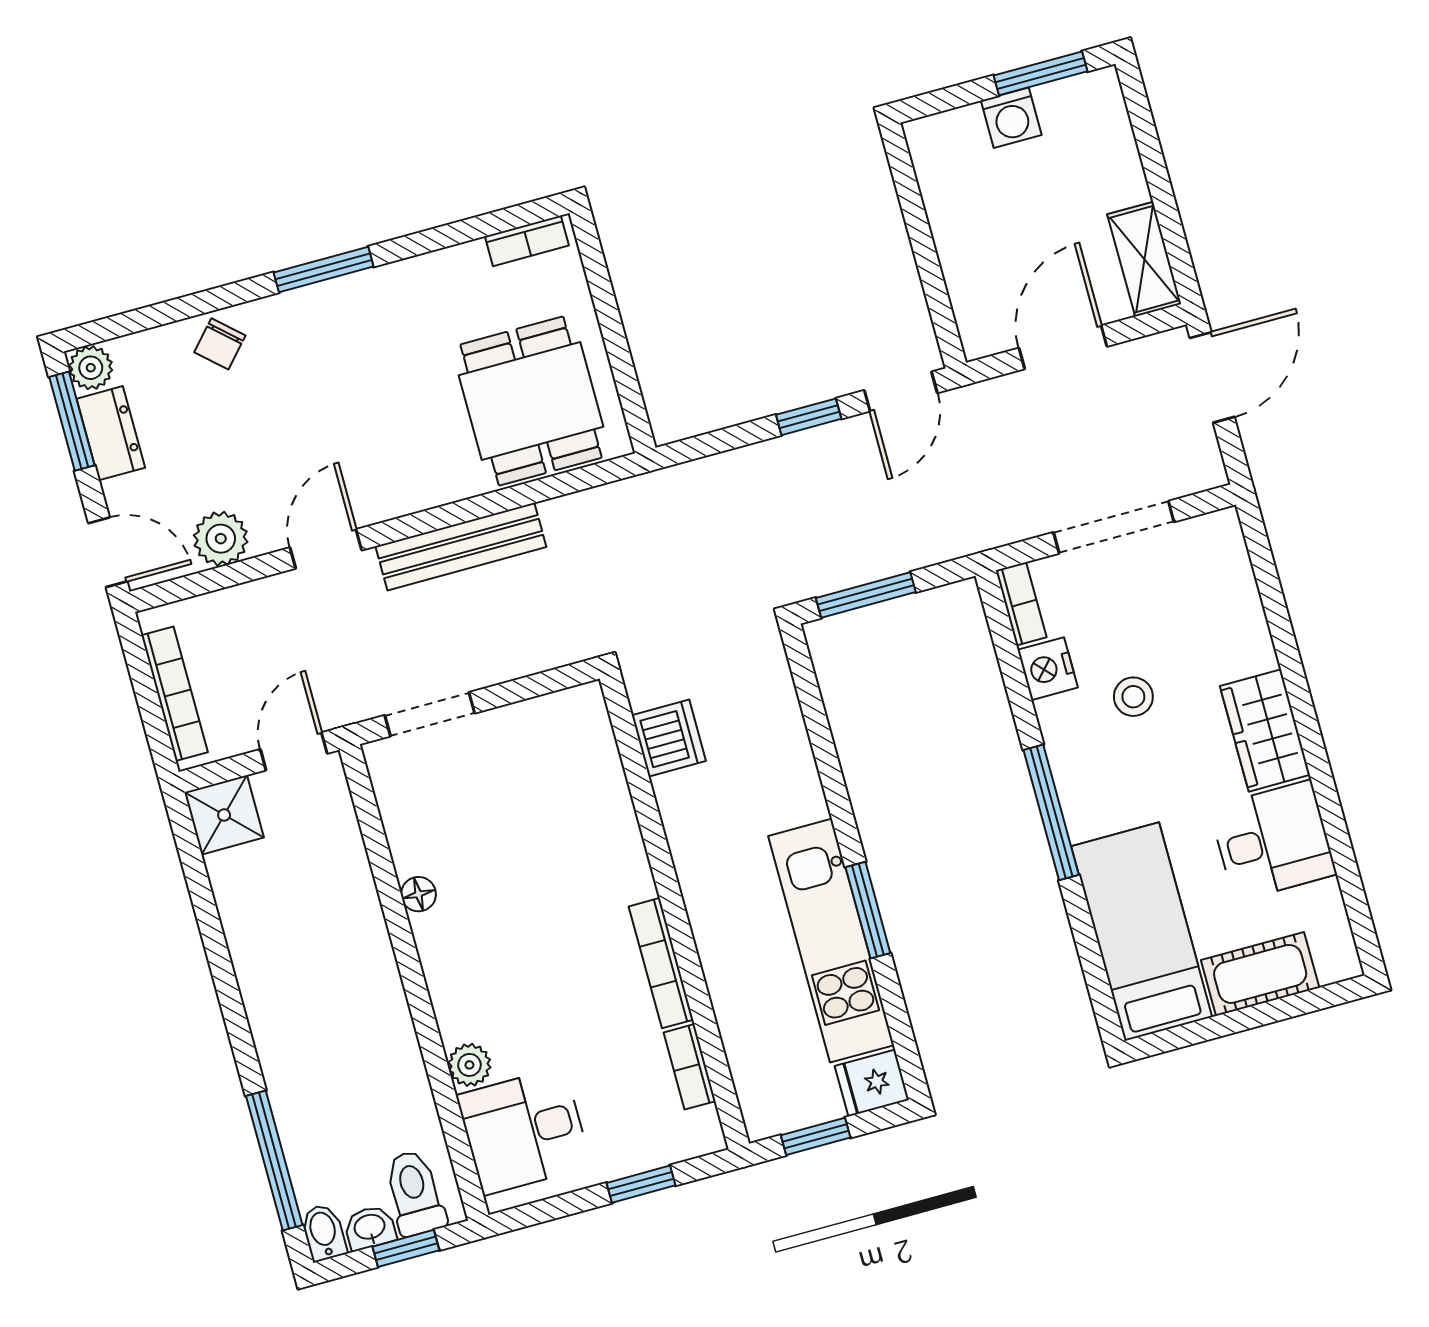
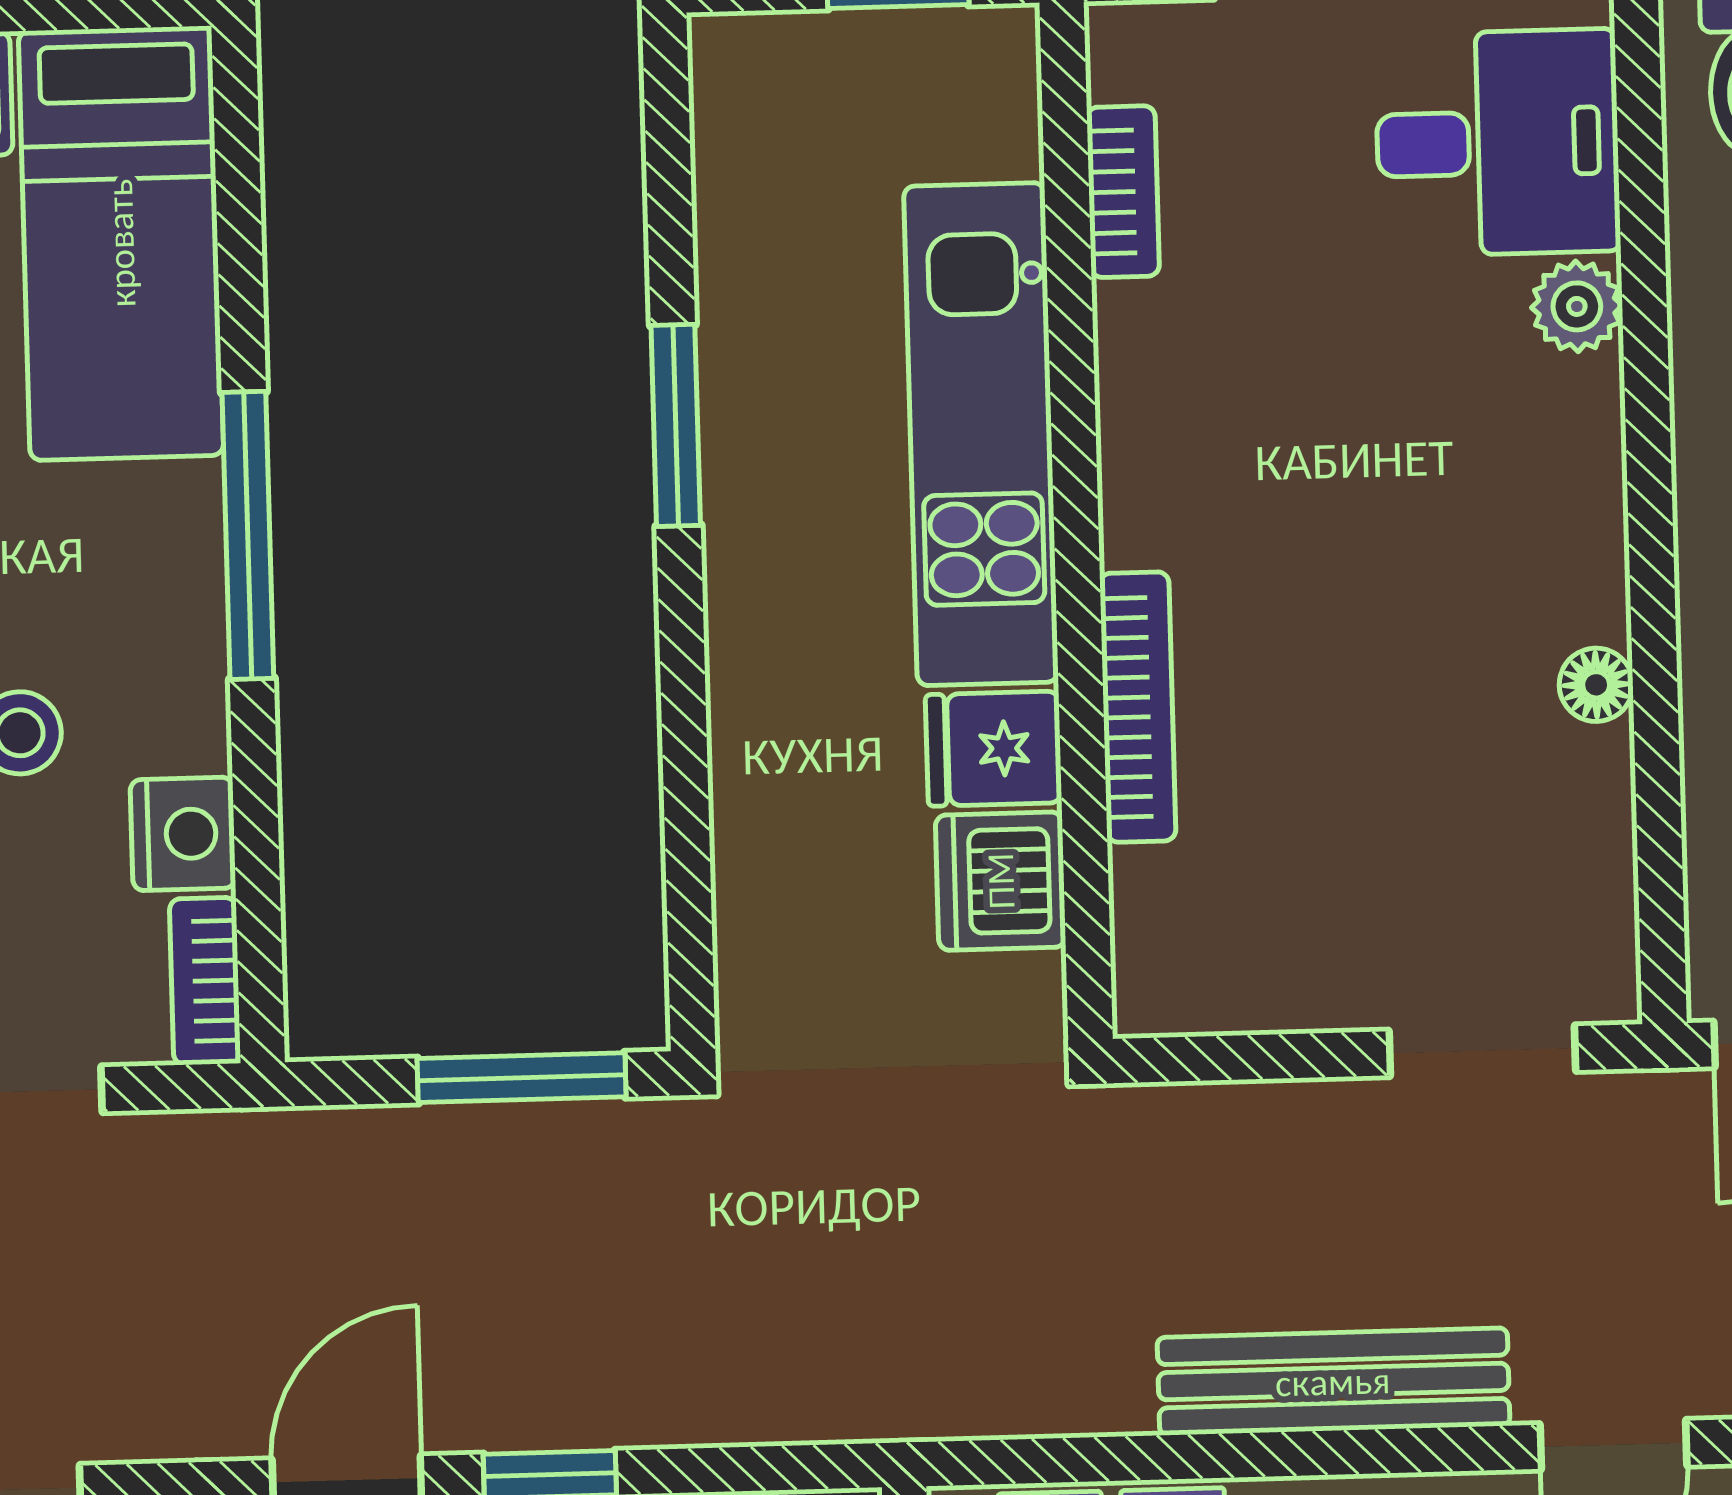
kitchen unit: (831, 941) -> (981, 434), moved, turned 180
bookcase: (661, 963) -> (1138, 707), moved
fridge: (872, 1083) -> (994, 749), moved, turned 180

